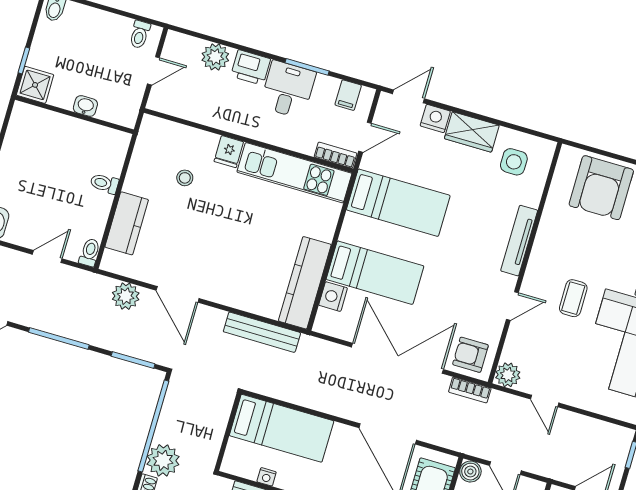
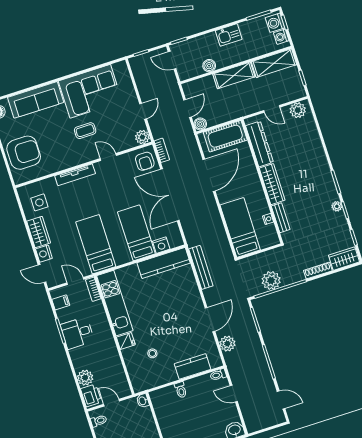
printer: (251, 67) -> (91, 395), moved
washbasin: (85, 106) -> (143, 401), moved
plant: (163, 460) -> (271, 280), moved

